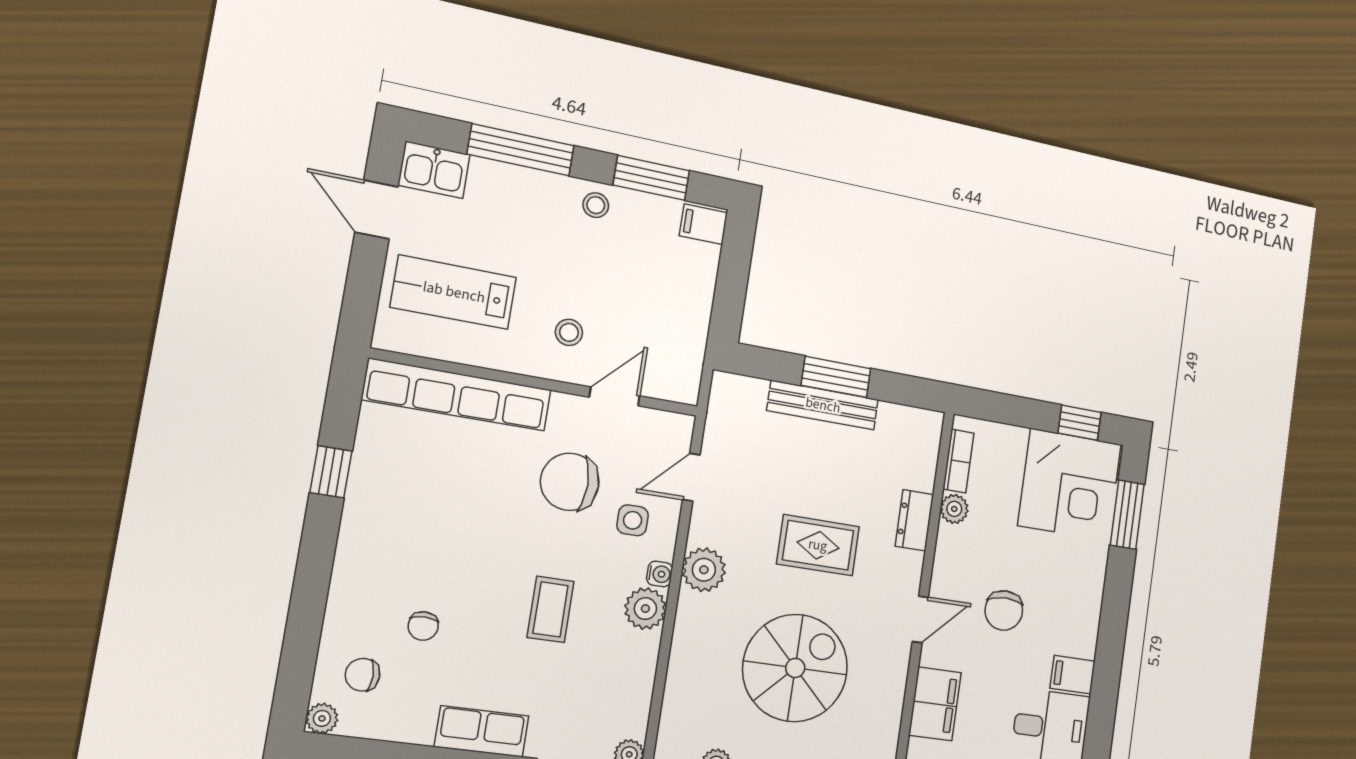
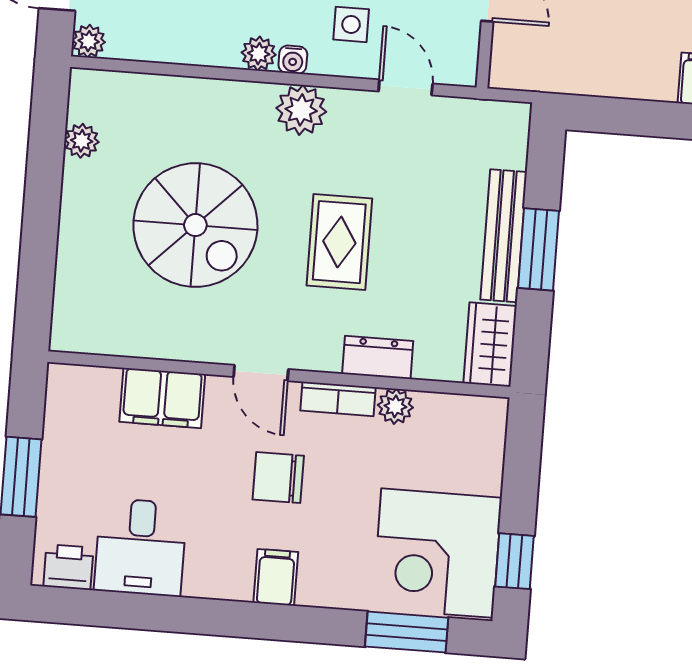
wardrobe: (910, 426) -> (490, 345), added
bookcase: (958, 461) -> (338, 399), moved
plant: (645, 609) -> (259, 54), width x0.73, depth x0.73
filing cabinet: (1073, 675) -> (276, 577), moved

